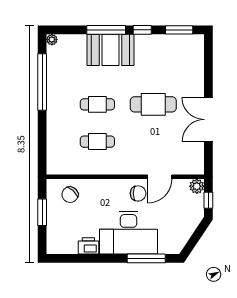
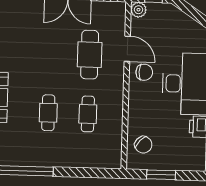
cafe table: (153, 104) -> (90, 55), moved
chair: (138, 193) -> (144, 72), turned 91

